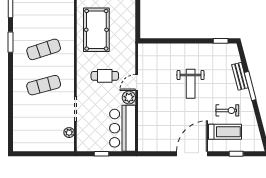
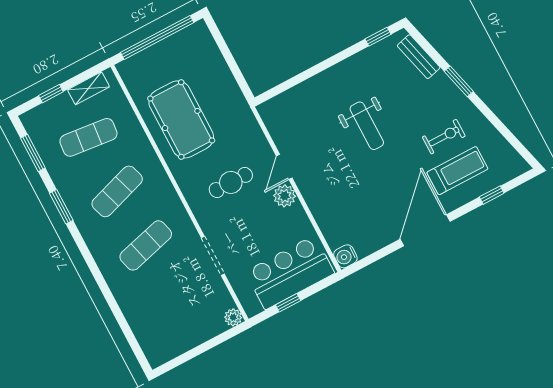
exercise mat: (44, 14) -> (88, 137), added
bench: (240, 76) -> (419, 57), moved
window: (250, 86) -> (459, 81), width x0.69
bar counter: (123, 128) -> (290, 272), moved, turned 90
plant: (69, 133) -> (233, 317), moved
water cooler: (144, 145) -> (345, 256), added

